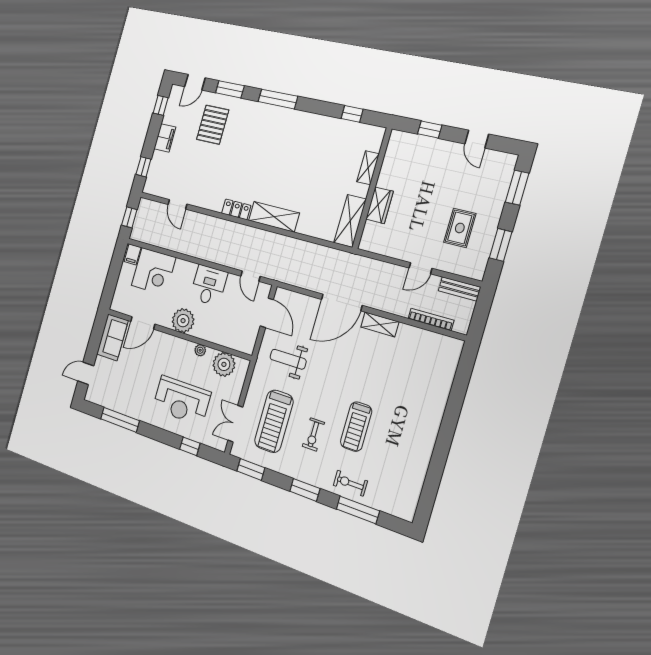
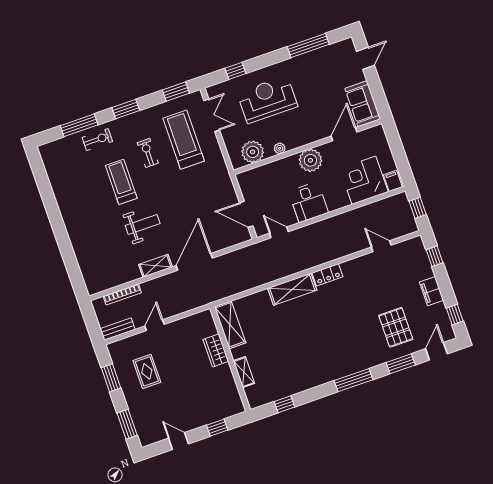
weight bench: (288, 359) -> (143, 225), moved

